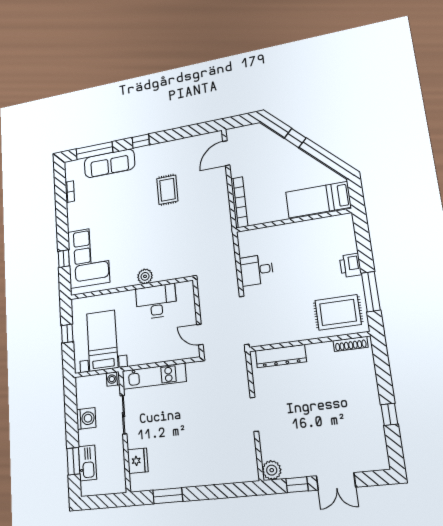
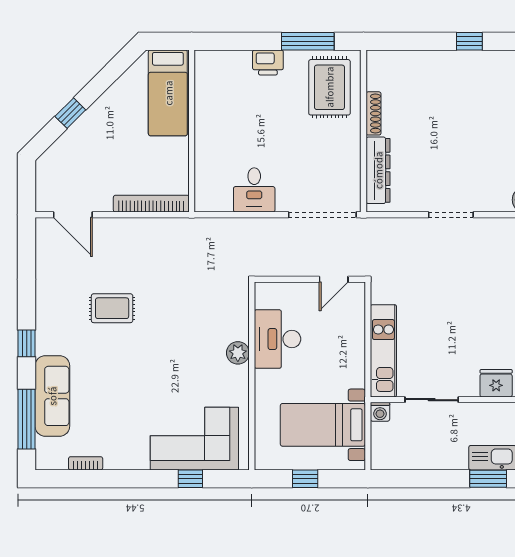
shoe rack: (351, 344) -> (374, 113), moved
washing machine: (86, 418) -> (431, 456), removed

